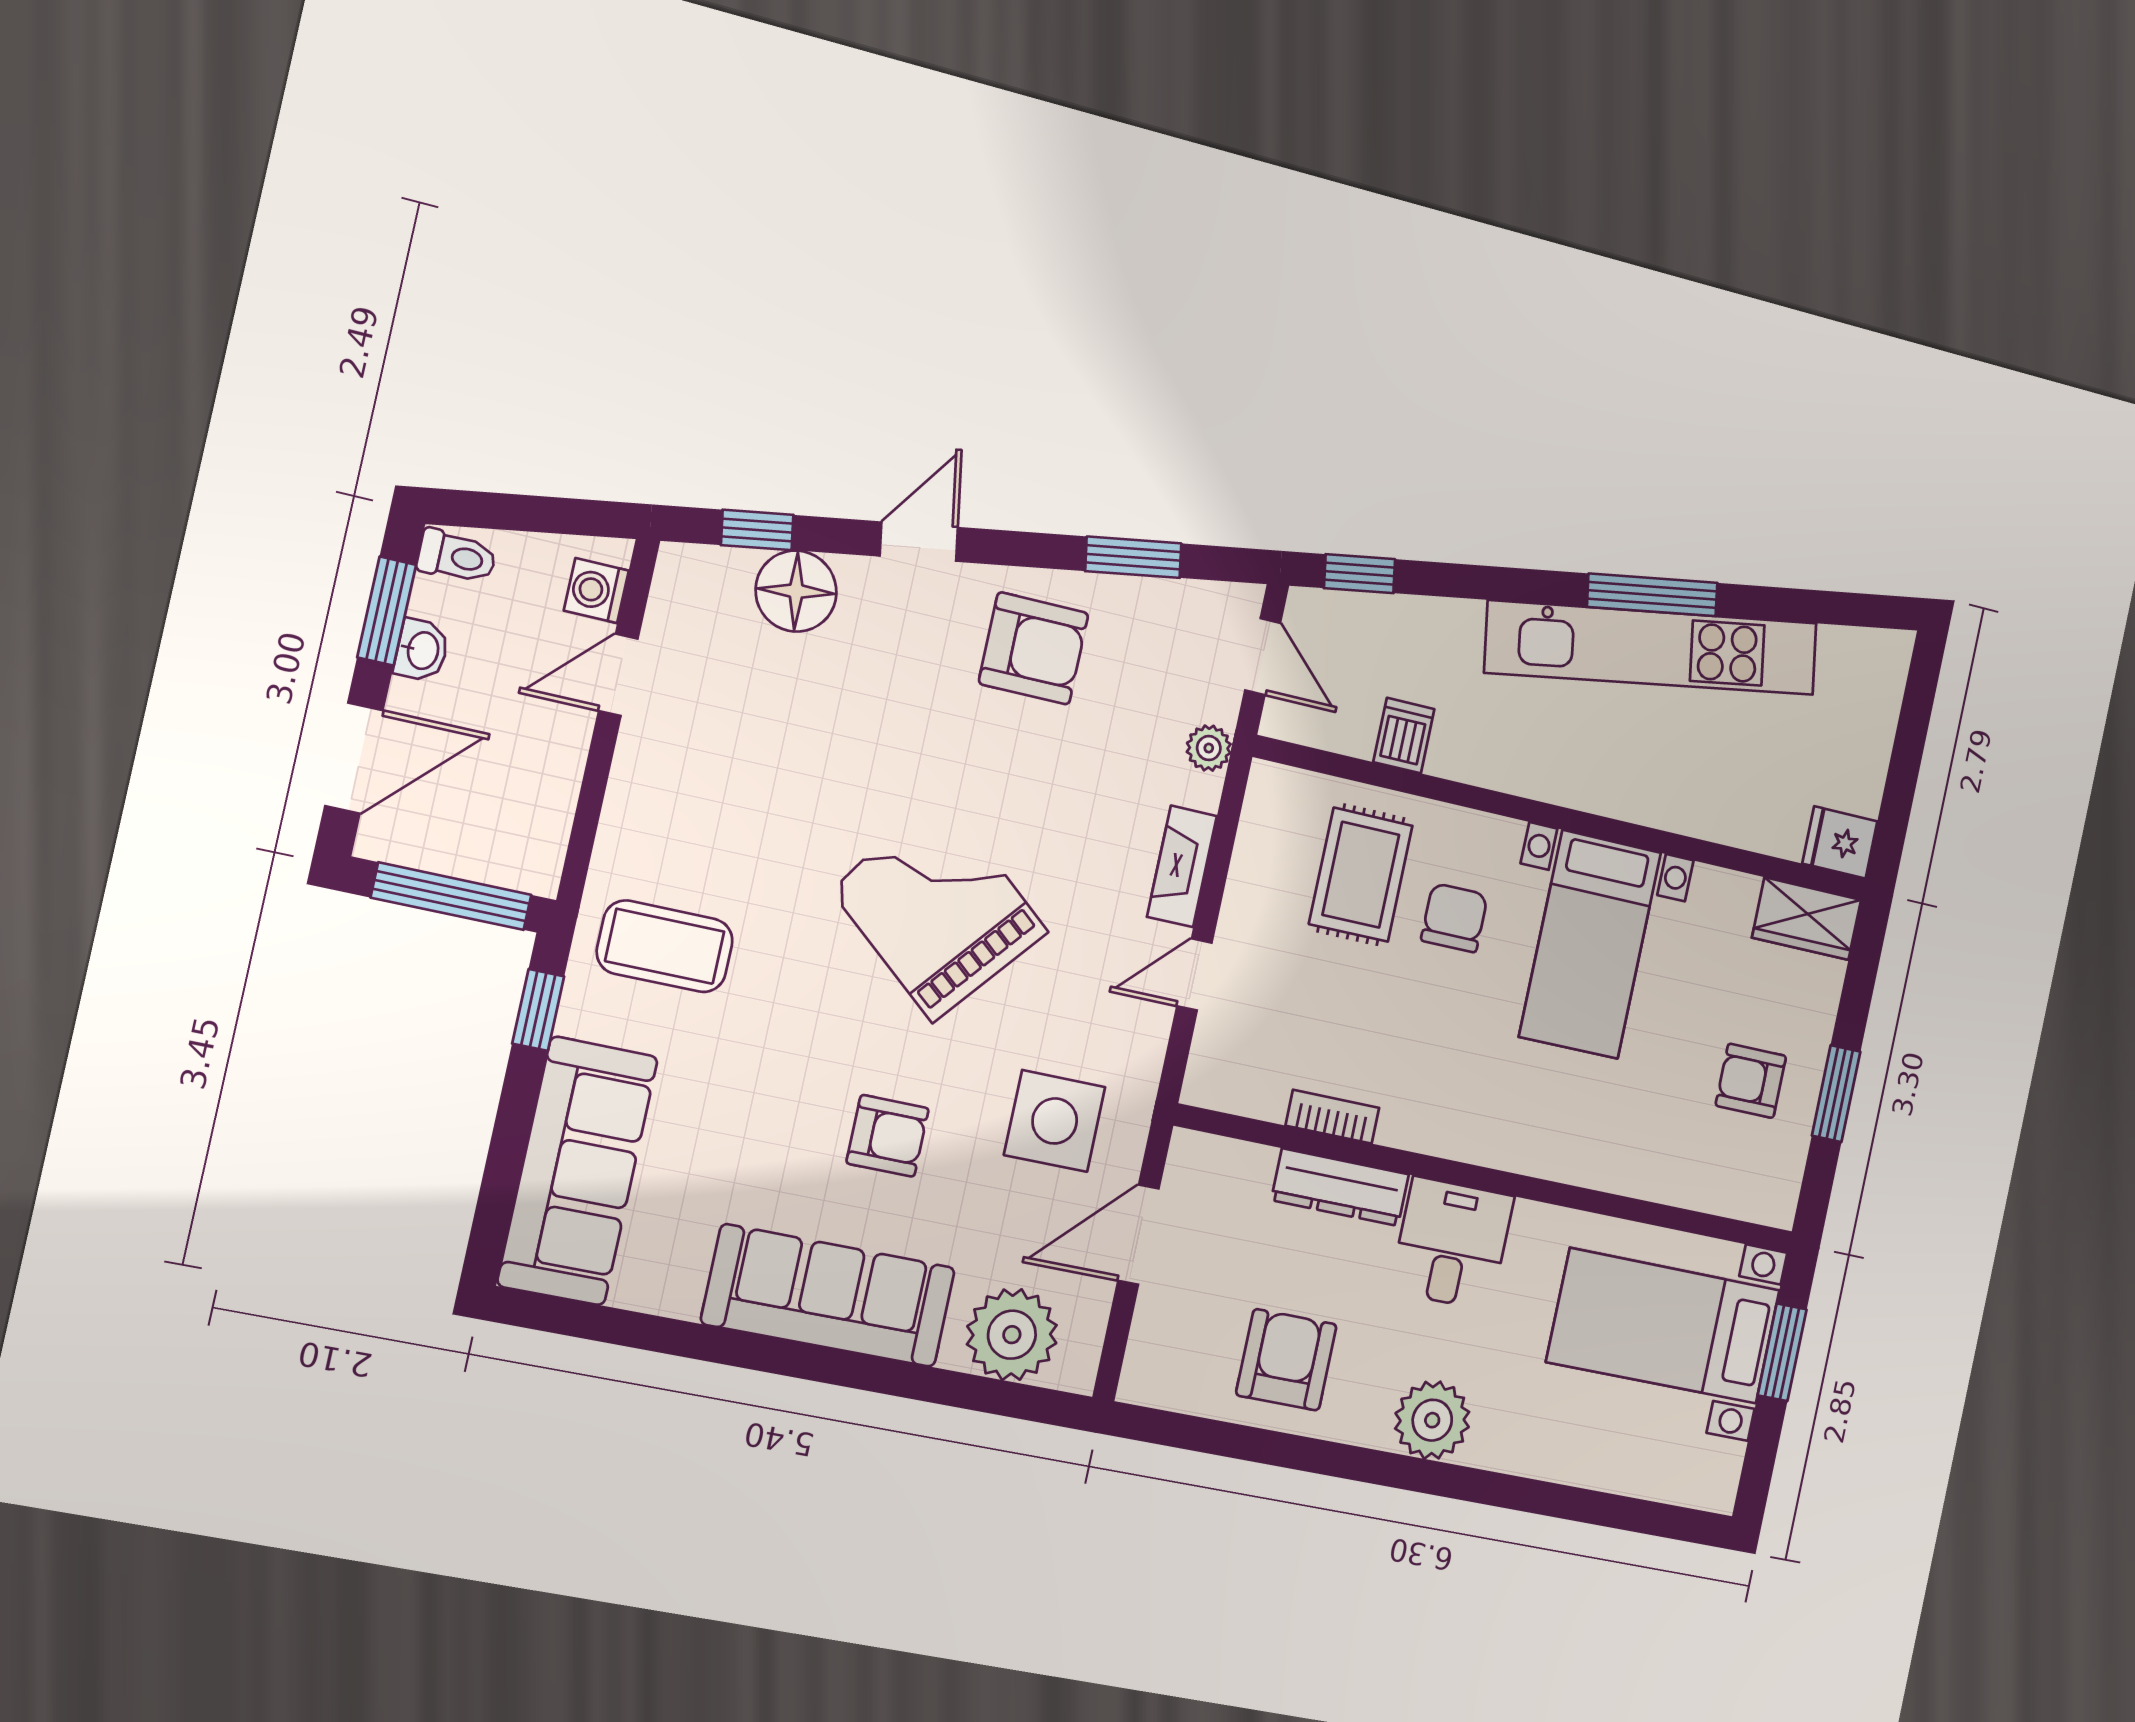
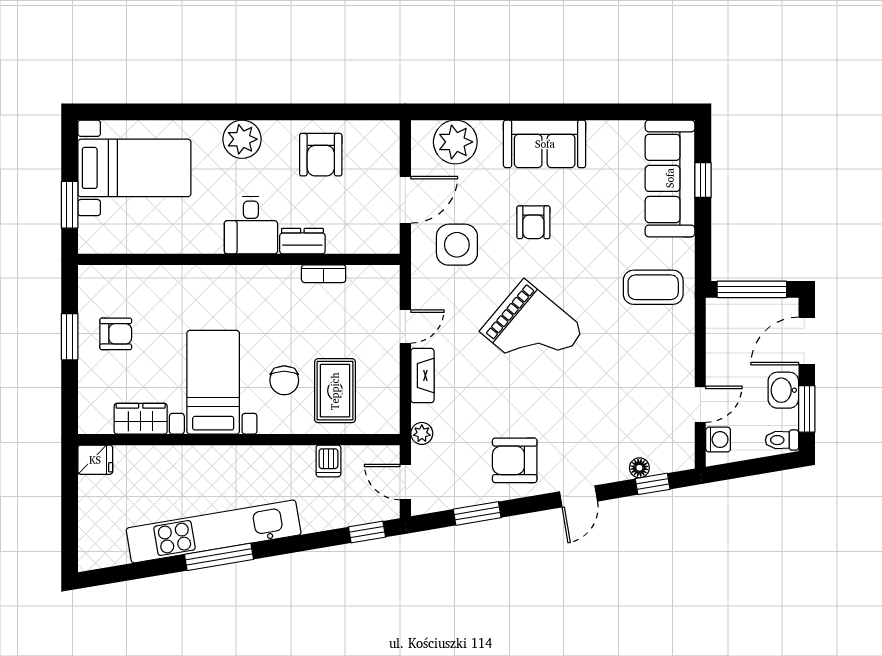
floor lamp: (796, 591) -> (639, 468), width x0.53, depth x0.53
washbasin: (422, 650) -> (783, 390), width x1.38, depth x1.45
wardrobe: (1807, 919) -> (141, 419), moved
window: (538, 1010) -> (703, 180), moved
armchair: (888, 1136) -> (533, 222), turned -90
dresser: (1340, 1187) -> (302, 241), width x0.70
sofa: (828, 1296) -> (545, 144), width x0.73
bed with nightstands: (1664, 1326) -> (134, 168), moved

